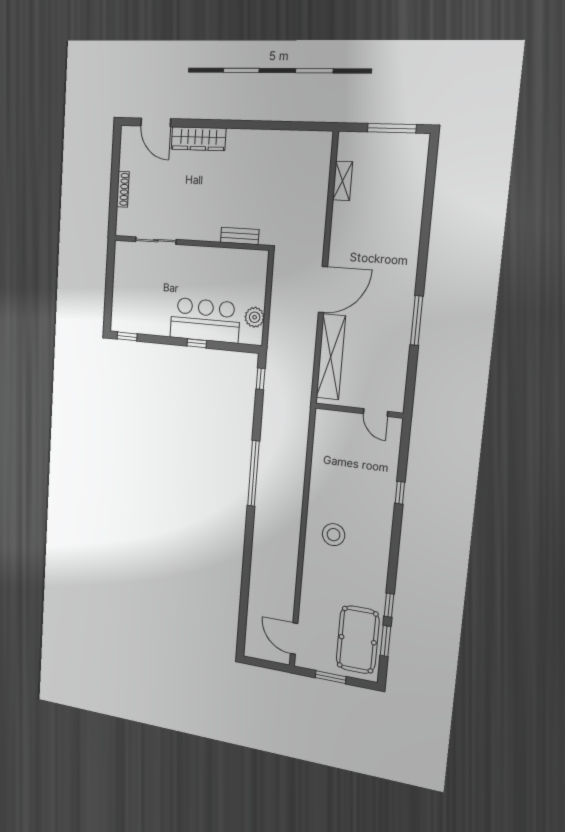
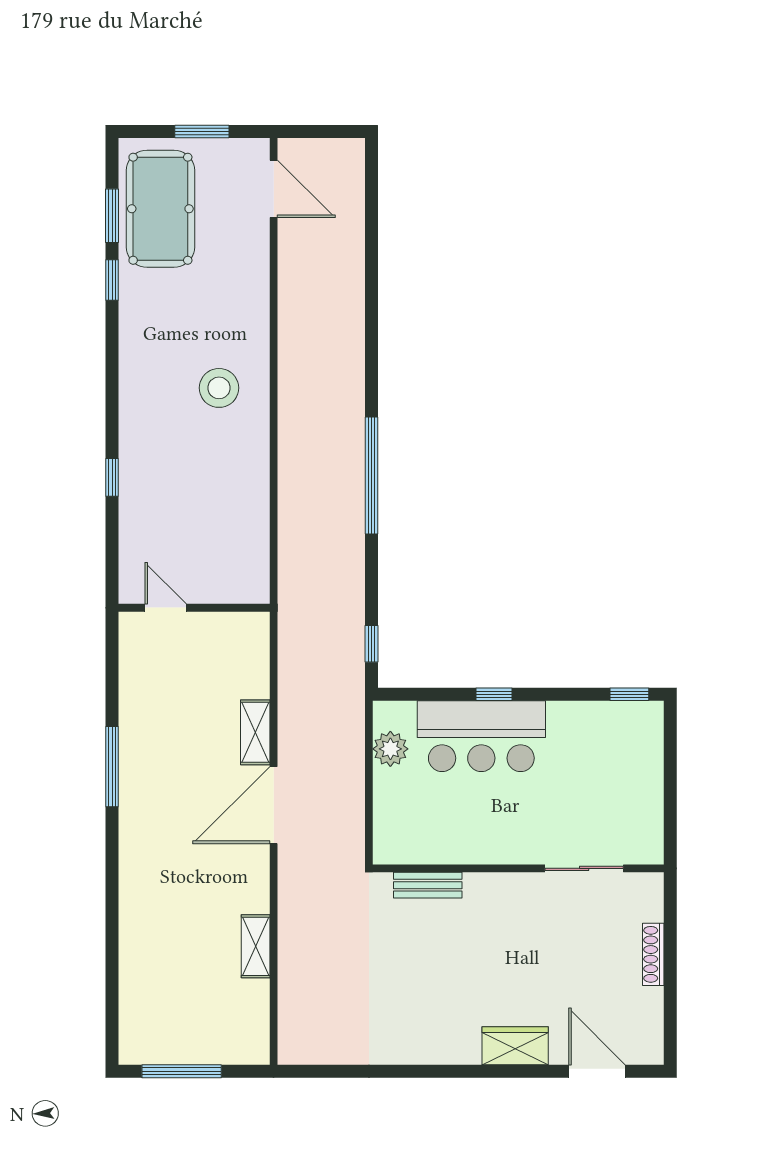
wardrobe: (198, 139) -> (515, 1046), width x0.67
shelving: (343, 181) -> (256, 946), moved
shelving: (331, 357) -> (255, 732), width x0.45, depth x0.75

